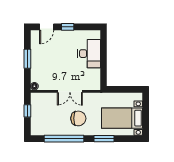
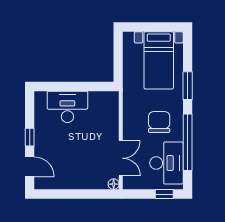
window: (27, 59) -> (75, 194), removed
double door: (70, 91) -> (121, 158), moved
window: (27, 111) -> (164, 194), moved
desk: (49, 124) -> (166, 163), added

